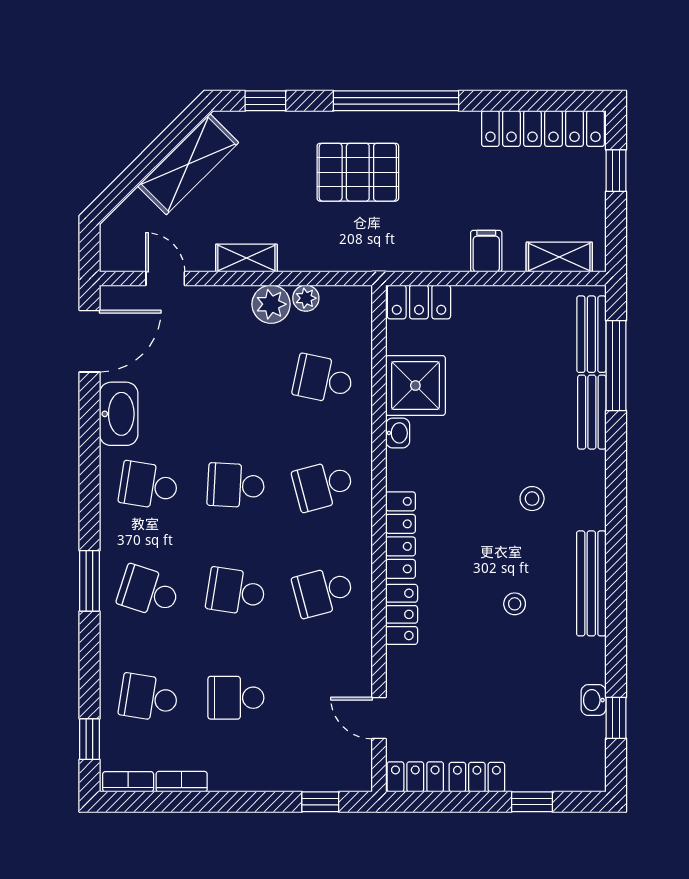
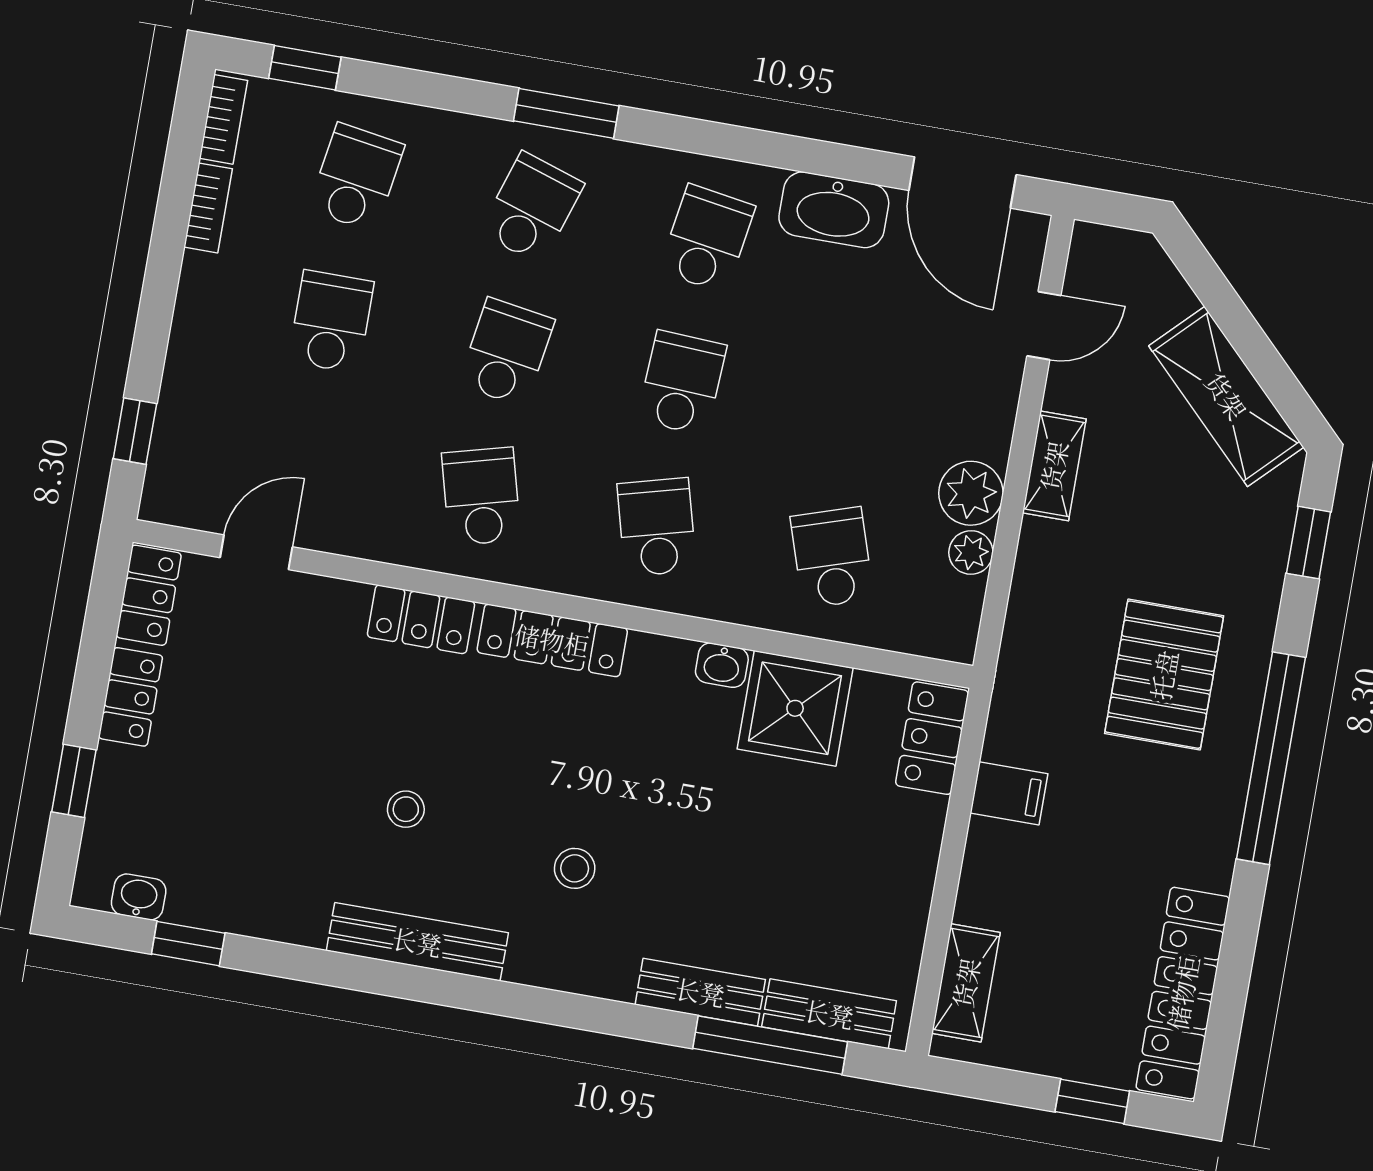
filing cabinet: (486, 251) -> (1009, 793), moved
school desk: (323, 379) -> (832, 558), turned -30
washbasin: (594, 700) -> (139, 897), moved

